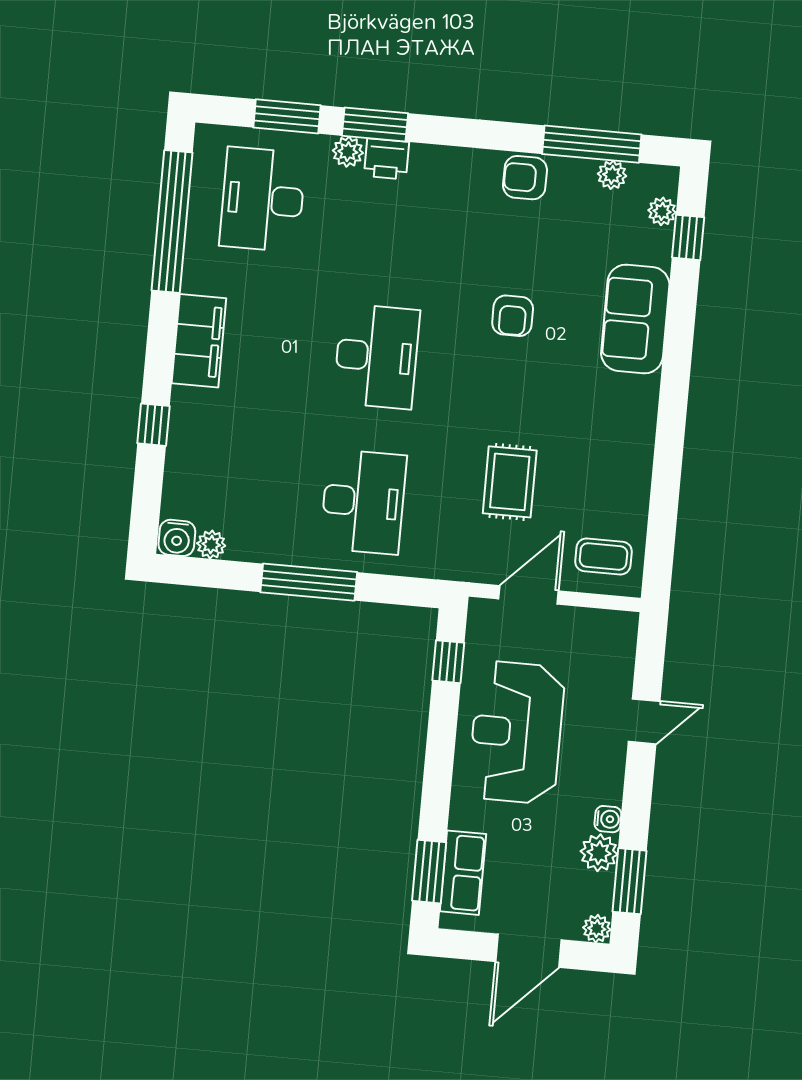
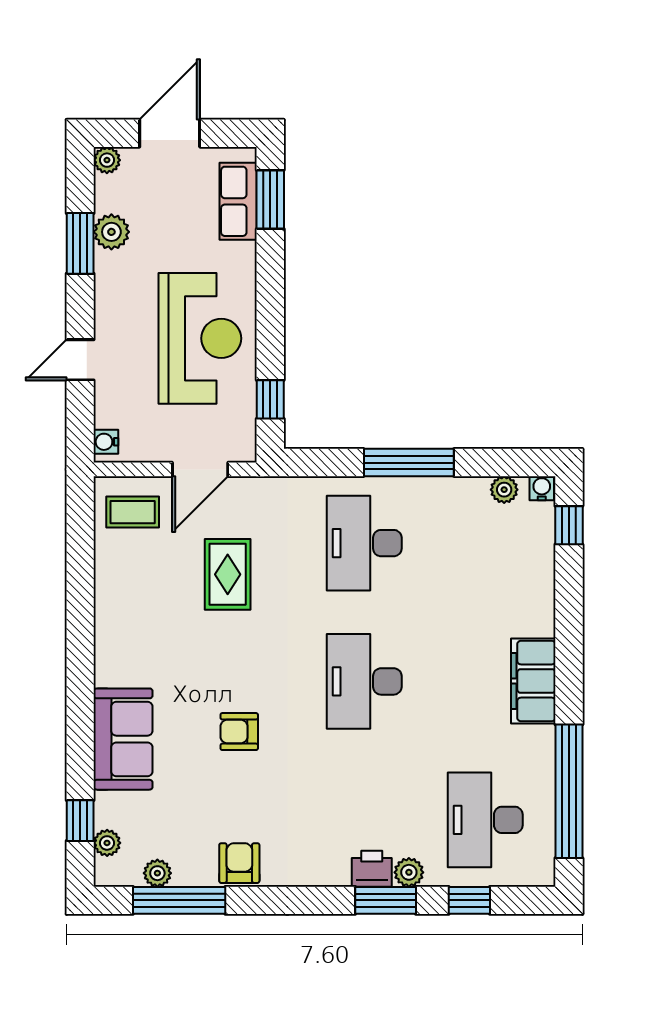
window: (287, 116) -> (469, 900), width x0.67
armchair: (525, 178) -> (239, 863), turned -90
desk: (263, 199) -> (485, 820), turned 180
armchair: (513, 316) -> (239, 732), turned -90
window: (153, 425) -> (569, 525), moved
water cooler: (177, 538) -> (542, 488), width x0.72, depth x0.72
water cooler: (608, 819) -> (106, 442), moved
window: (630, 881) -> (80, 243), moved

